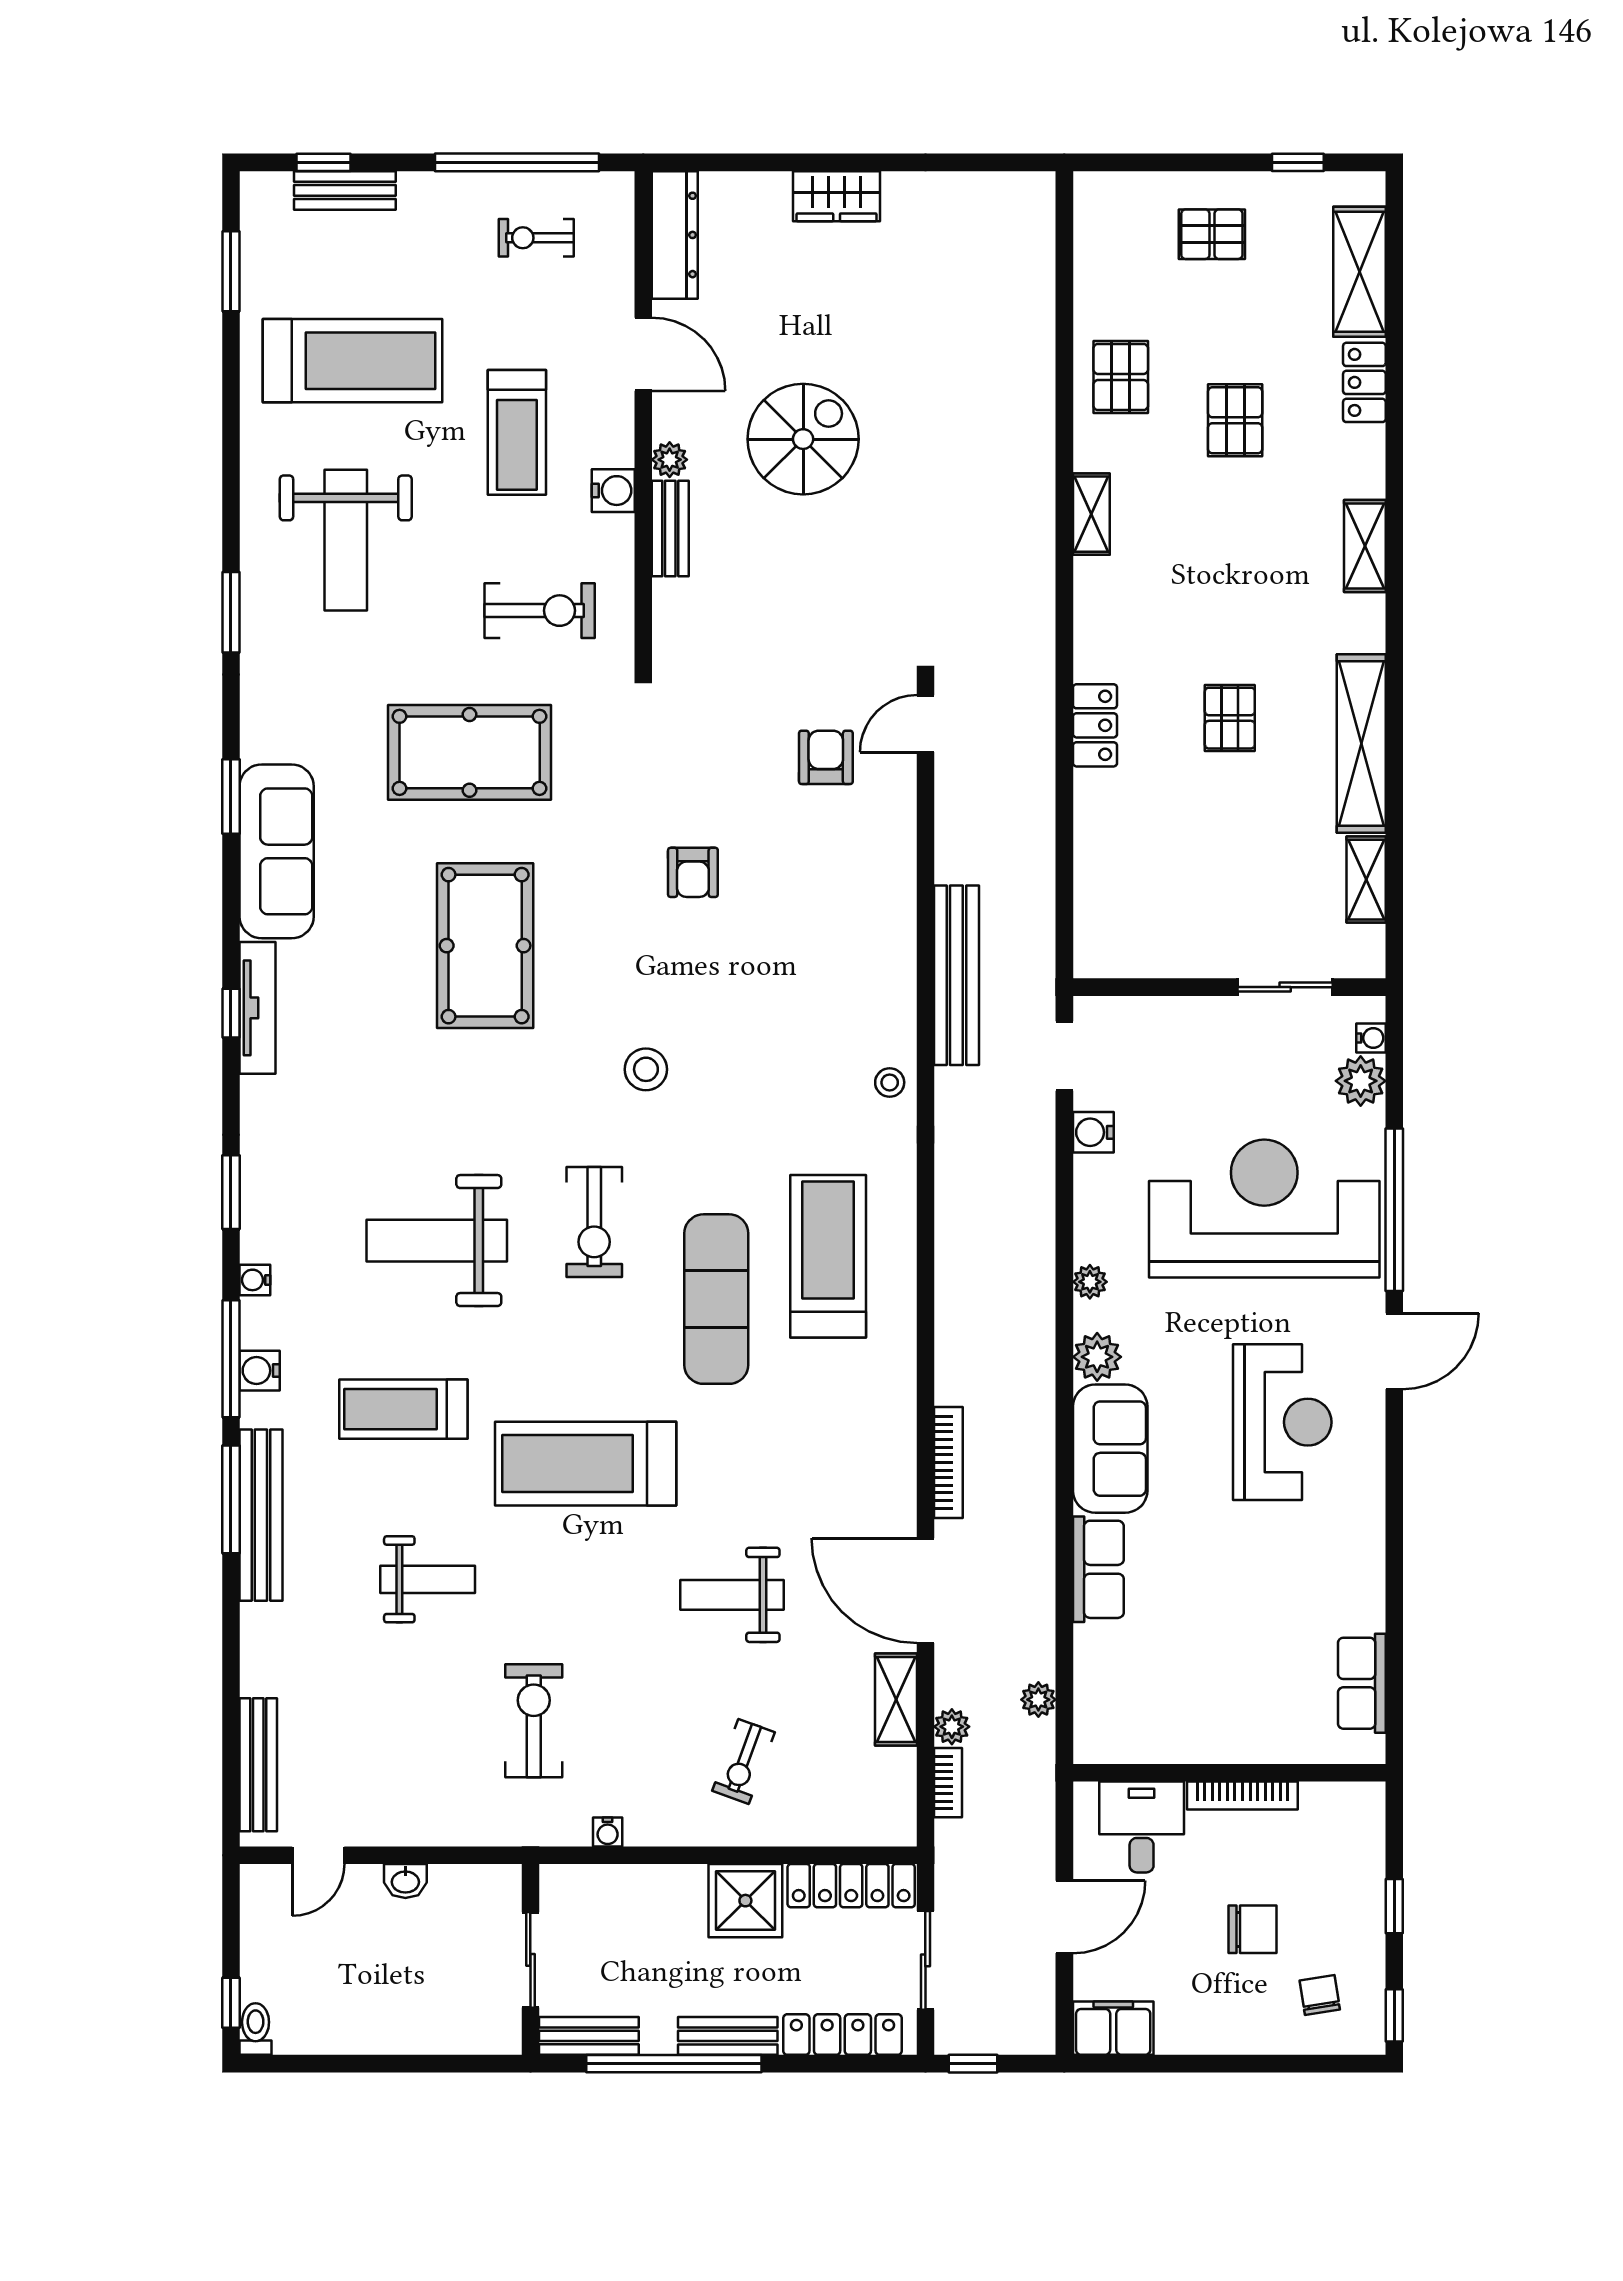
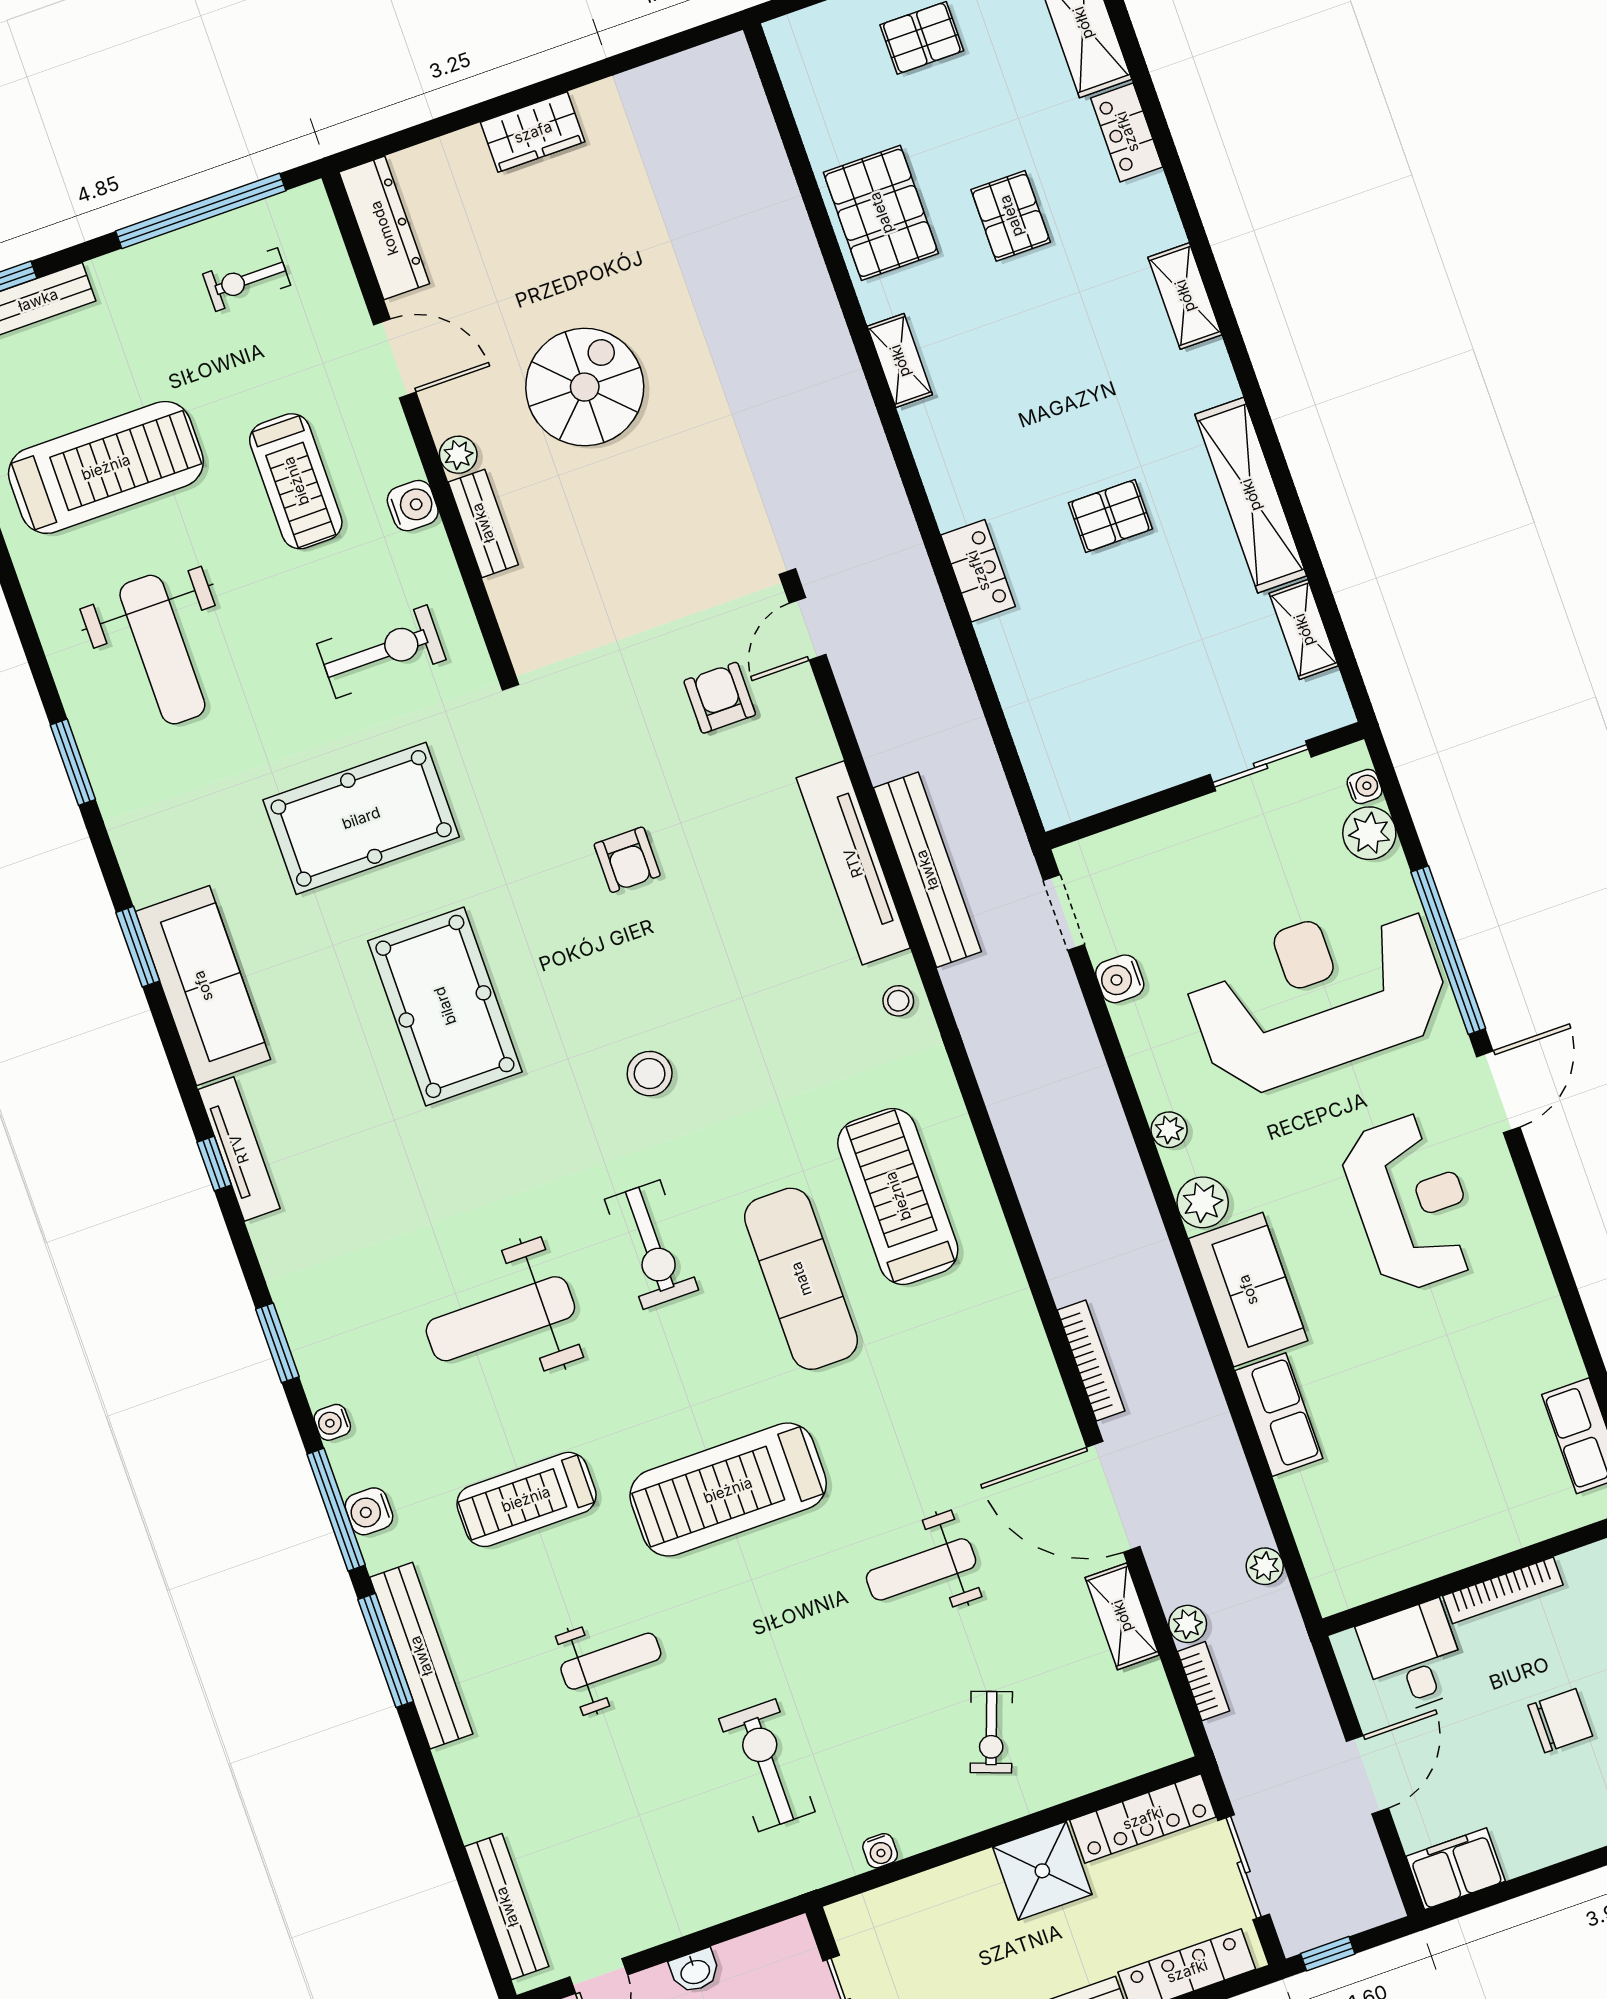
pallet: (1121, 377) -> (881, 213), width x1.50, depth x1.42
pallet: (1230, 718) -> (1110, 516), turned 90
tv unit: (893, 946) -> (853, 863), added

